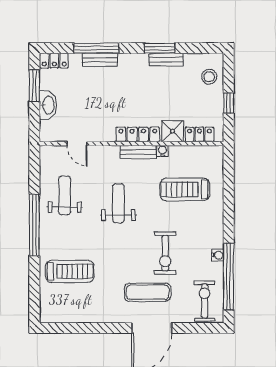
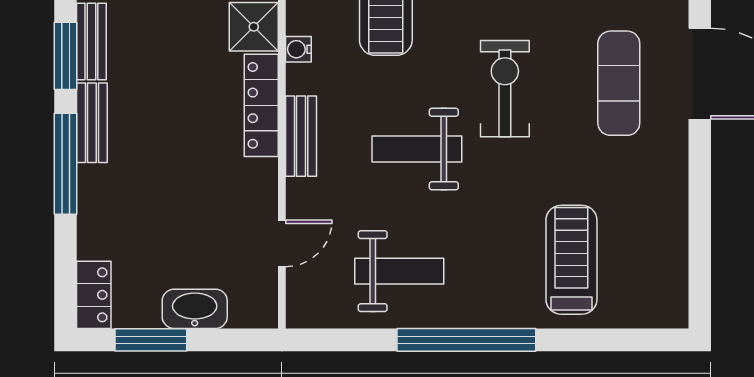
window: (96, 48) -> (66, 164), moved
bench: (100, 60) -> (92, 123), moved
bench: (138, 152) -> (301, 136), moved
weight bench: (65, 195) -> (399, 271), turned 180
exercise bike: (165, 253) -> (505, 89), moved, turned -90

